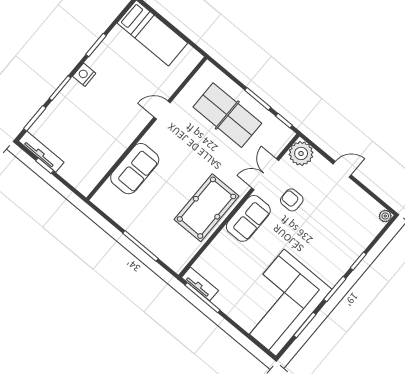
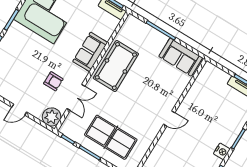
door: (162, 110) -> (169, 118), moved
sofa: (135, 169) -> (181, 57), moved, turned -90
sofa: (248, 218) -> (90, 52), moved

